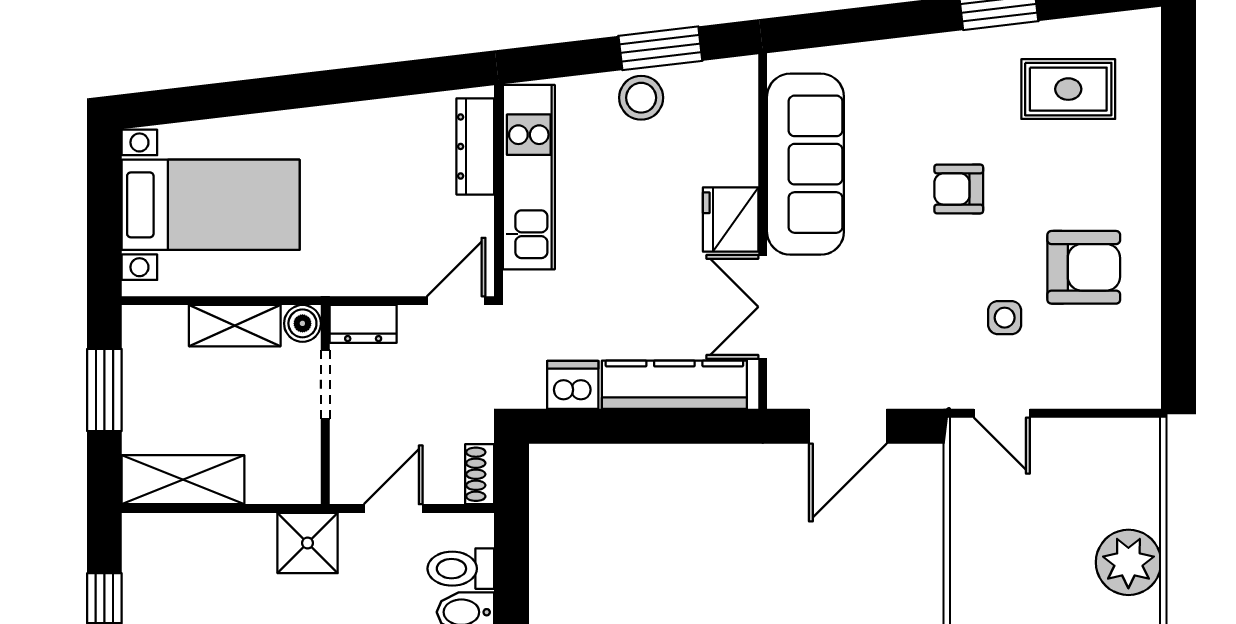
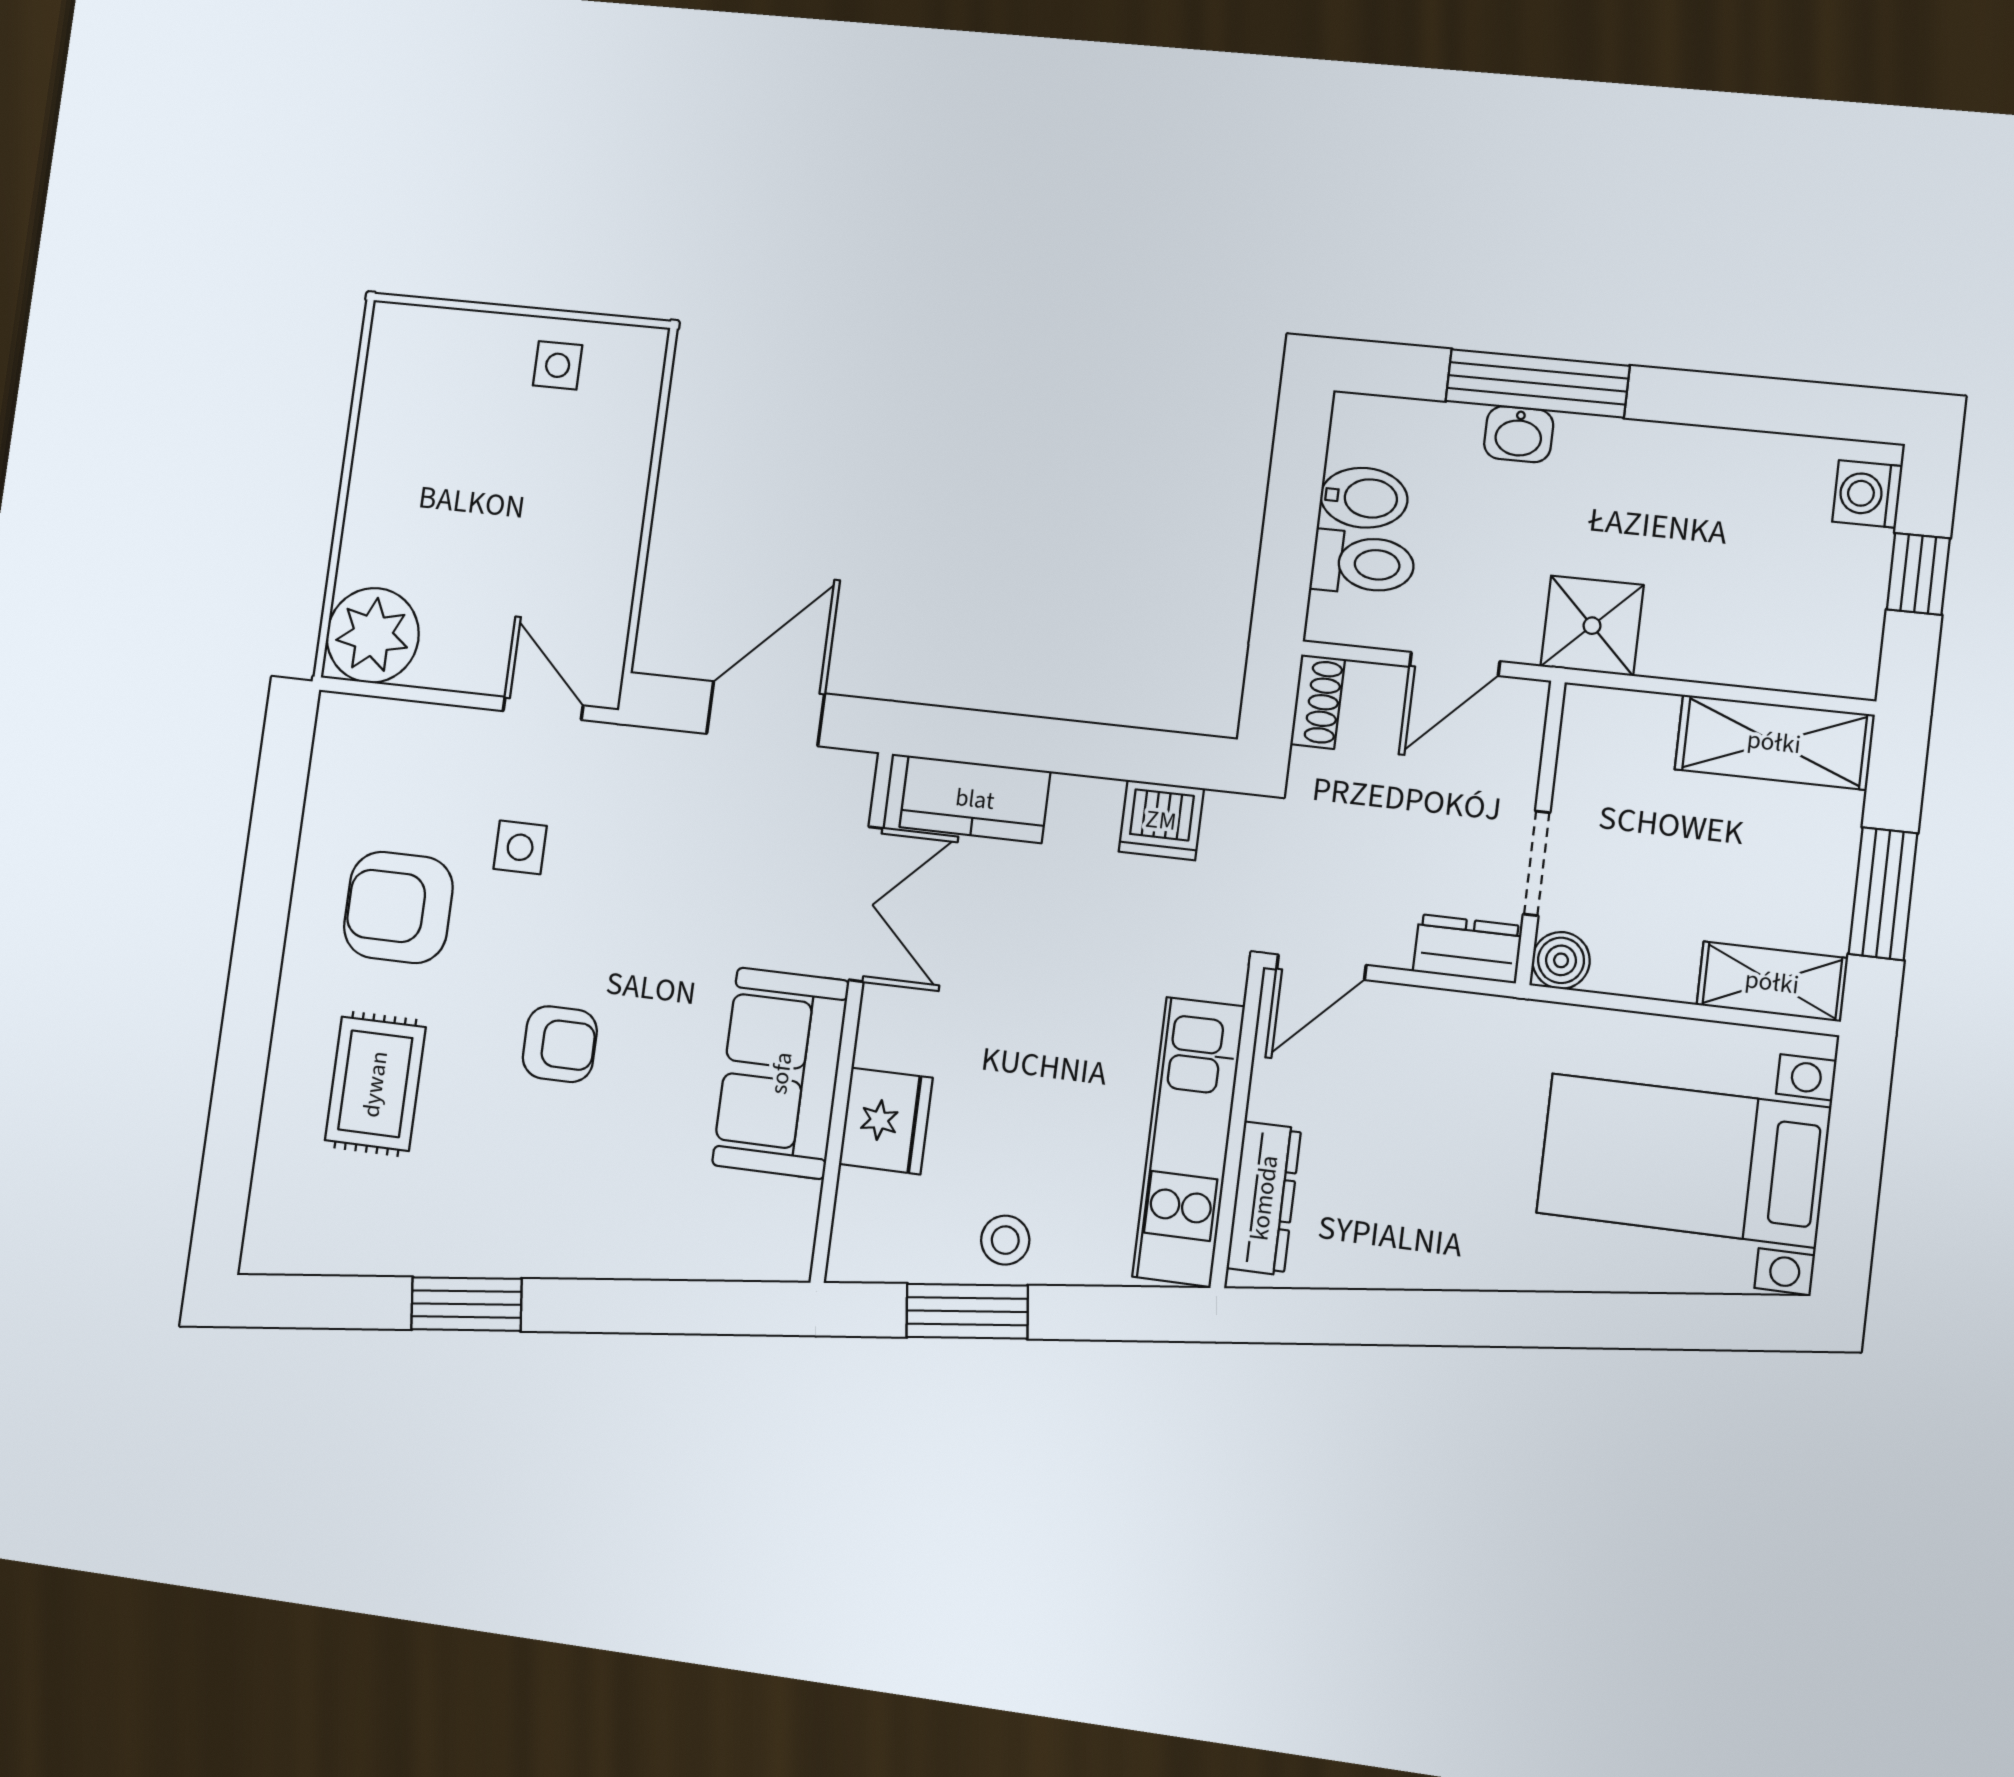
rug: (1068, 89) -> (375, 1084), moved, turned 90
stool: (641, 98) -> (1005, 1240), width x0.73, depth x0.73
sofa: (805, 164) -> (781, 1073), width x0.73
fridge: (731, 219) -> (886, 1121), moved
shelving: (235, 326) -> (1772, 982), moved
kitchen counter: (674, 385) -> (975, 799), width x0.67
plant: (1128, 562) -> (373, 635), moved

